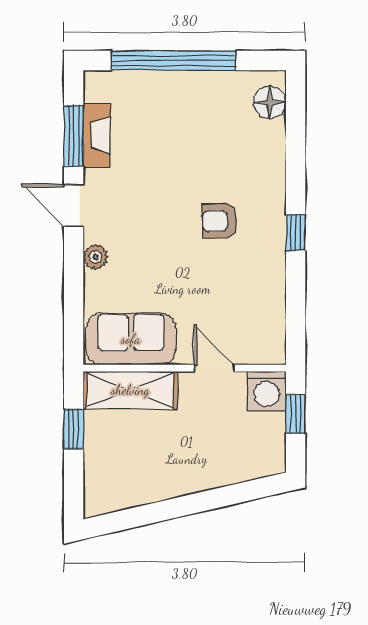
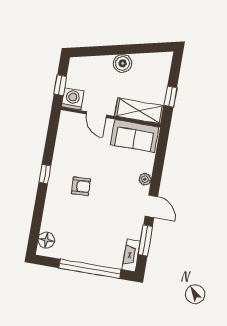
fireplace: (97, 136) -> (131, 255), moved
boiler: (180, 478) -> (123, 63), added

